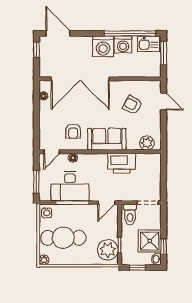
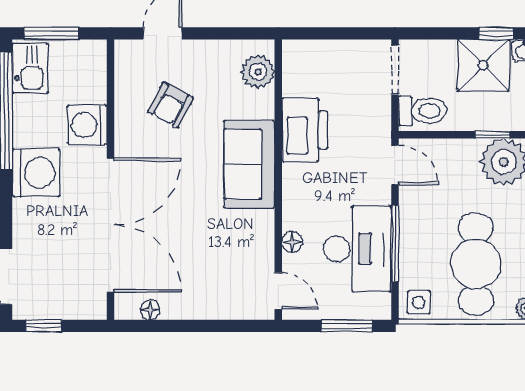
washing machine: (123, 45) -> (87, 125), moved, turned 180
armchair: (73, 131) -> (231, 242), removed

